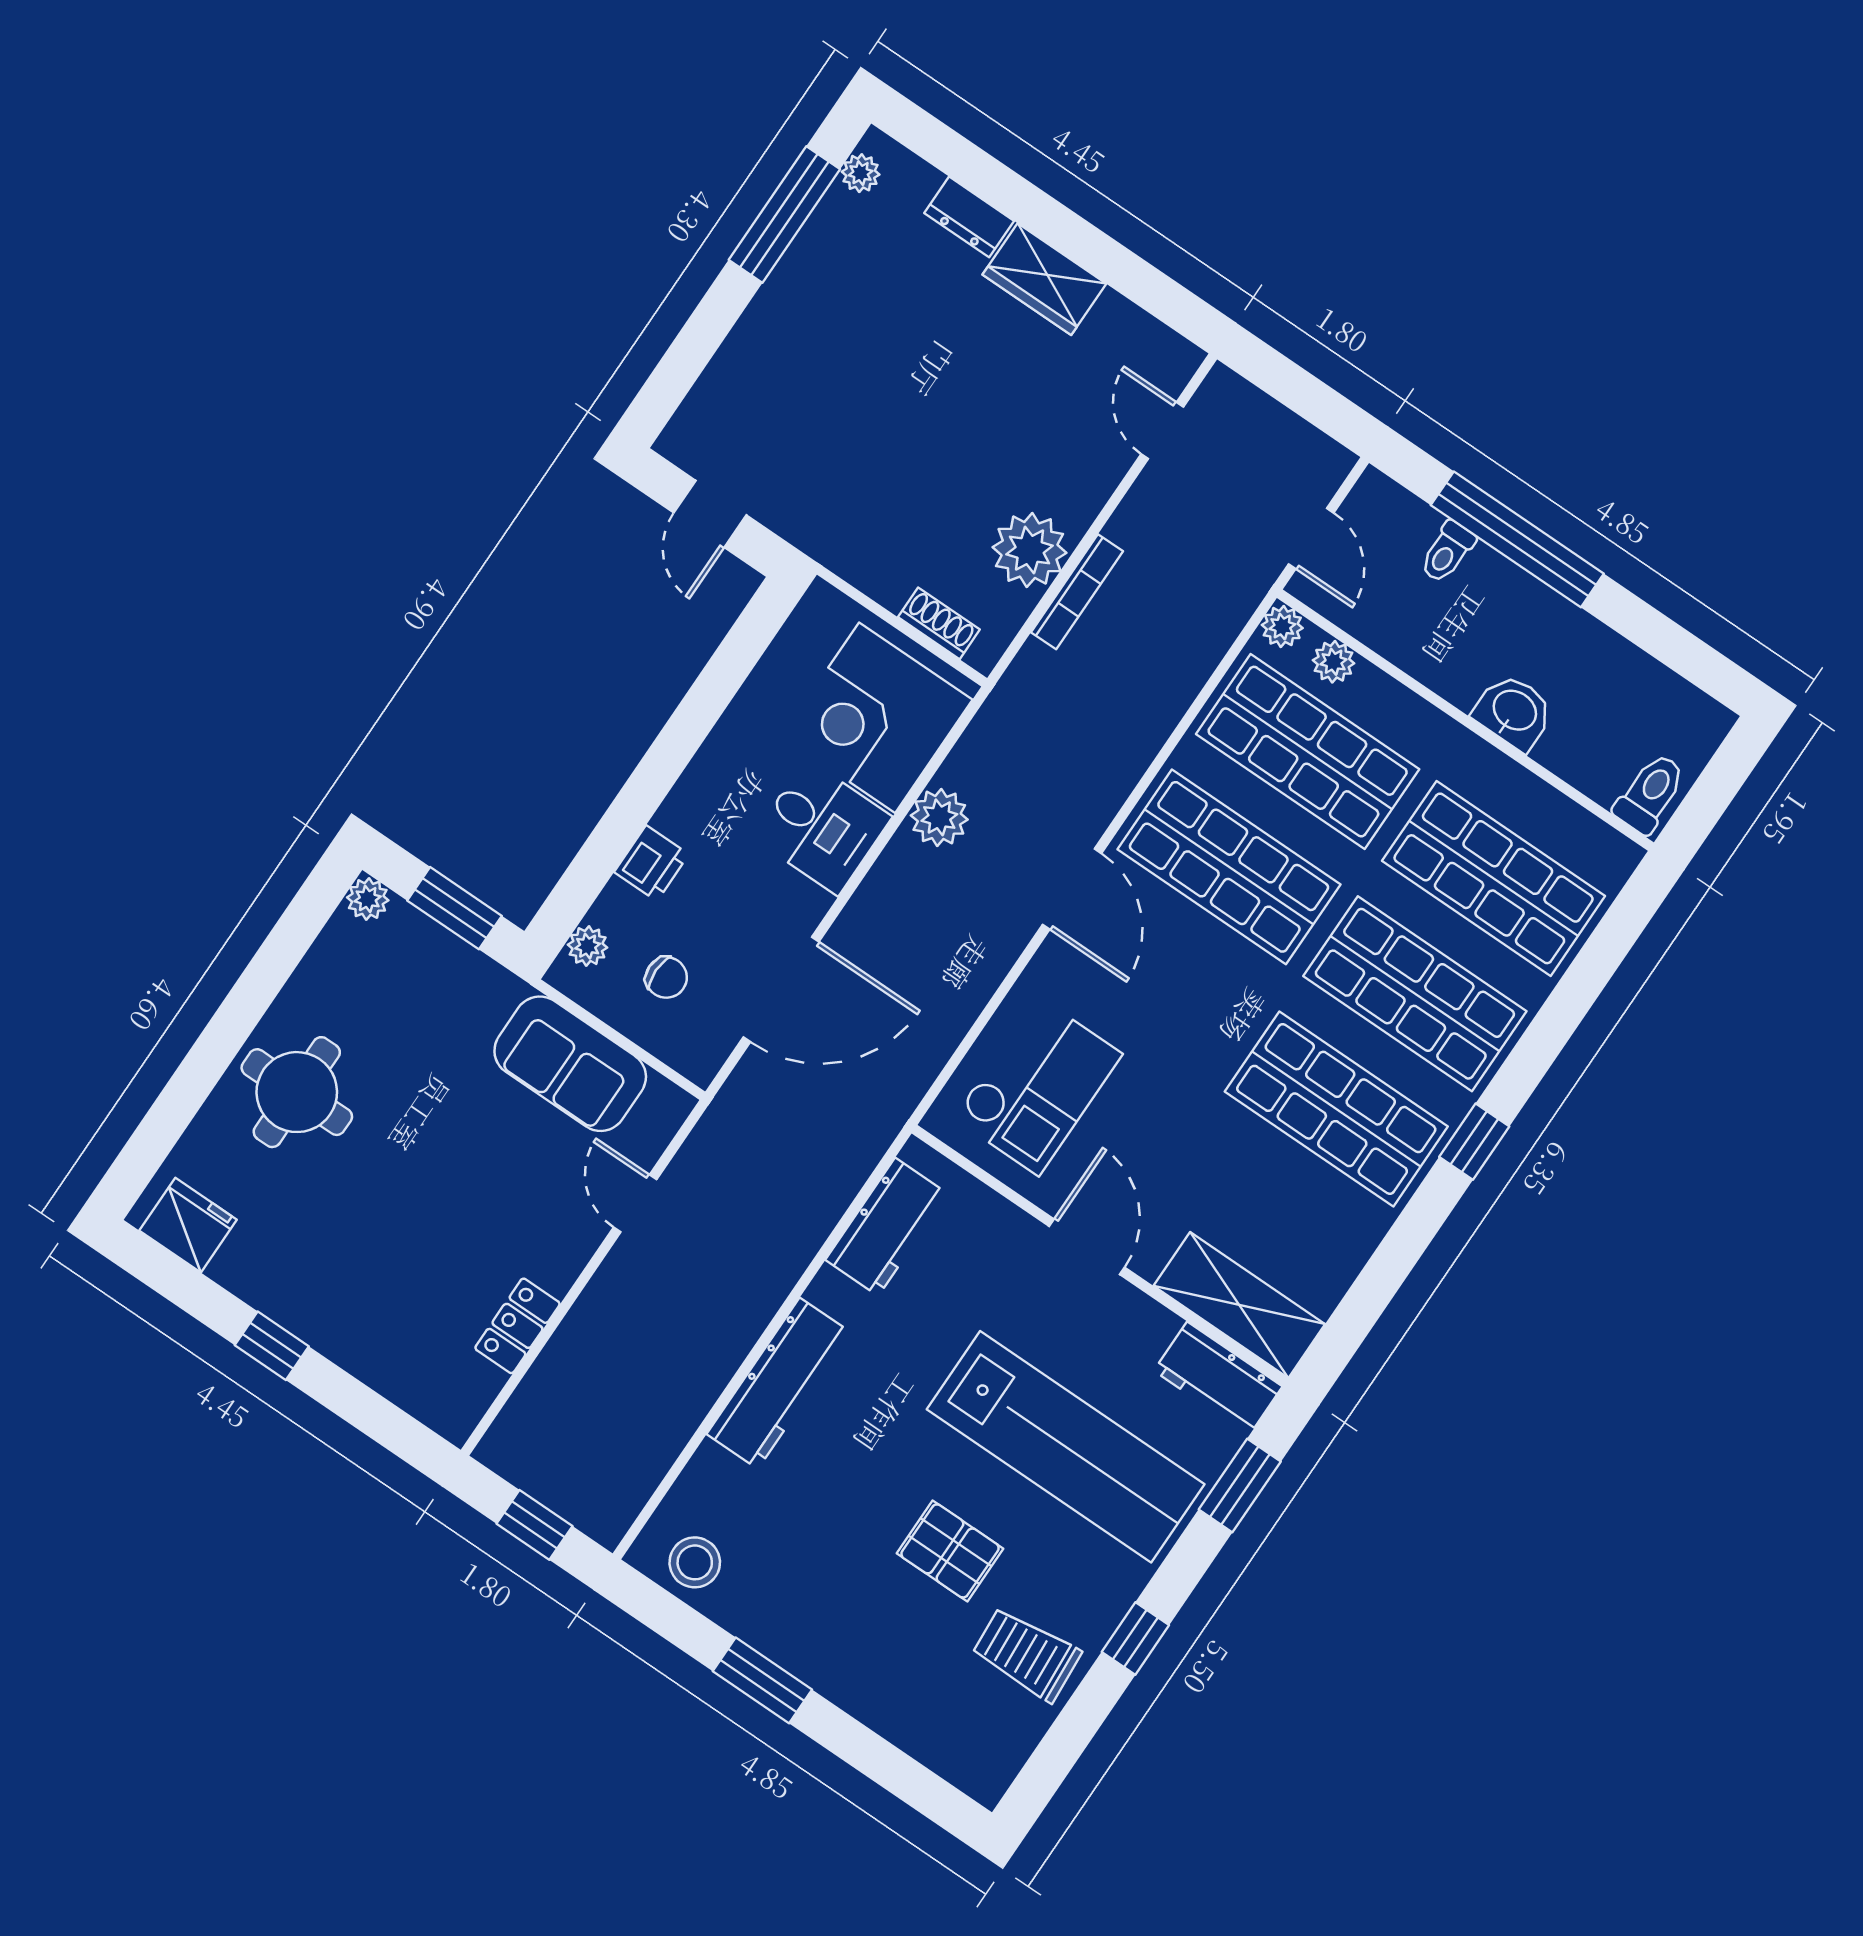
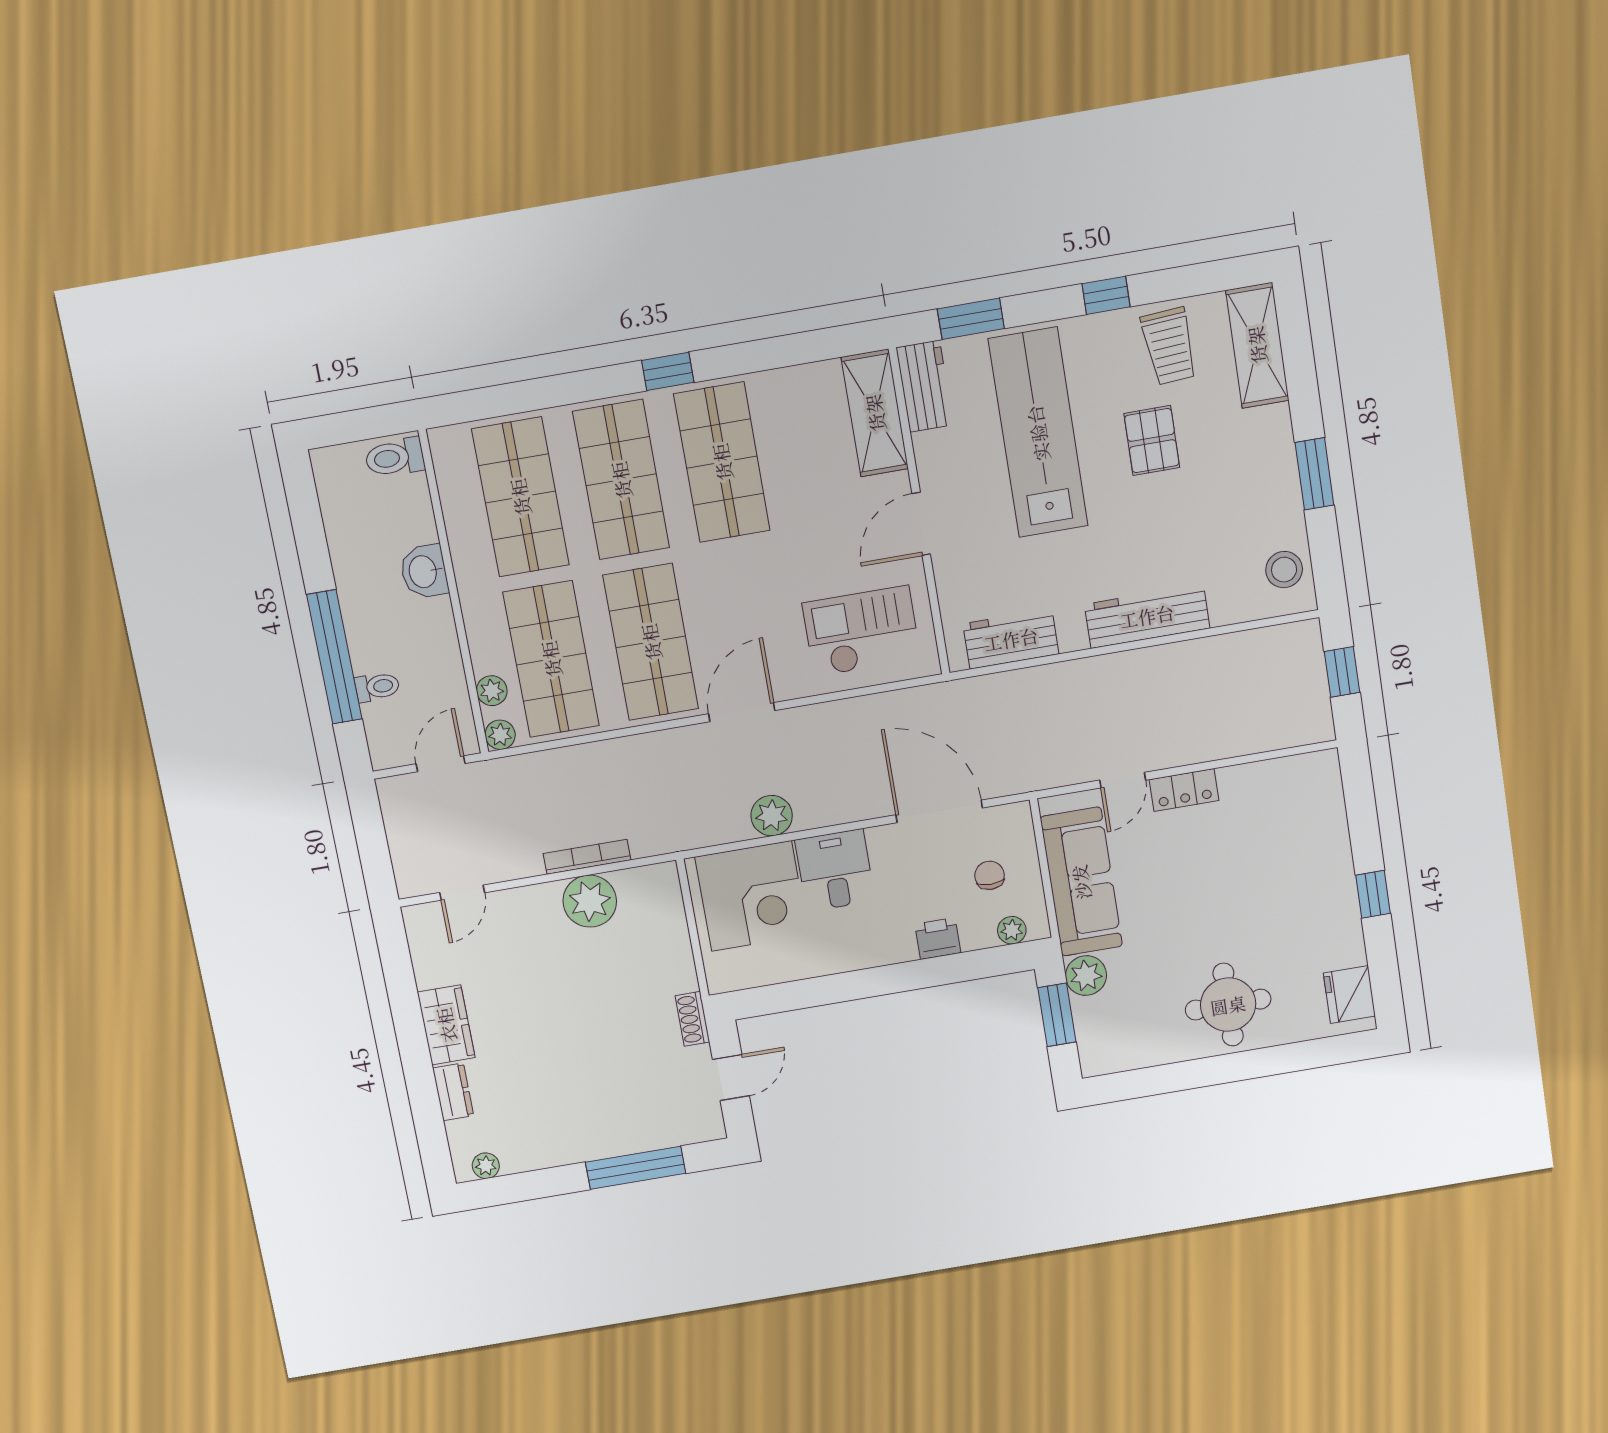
window: (784, 215) -> (636, 1168), moved
shoe rack: (939, 623) -> (692, 1019), moved
plant: (368, 899) -> (1086, 976), moved, width x1.38, depth x1.38
sofa: (570, 1064) -> (1081, 882), width x1.36
locker: (517, 1326) -> (1184, 790), moved
shelving: (944, 1741) -> (1257, 345), added

